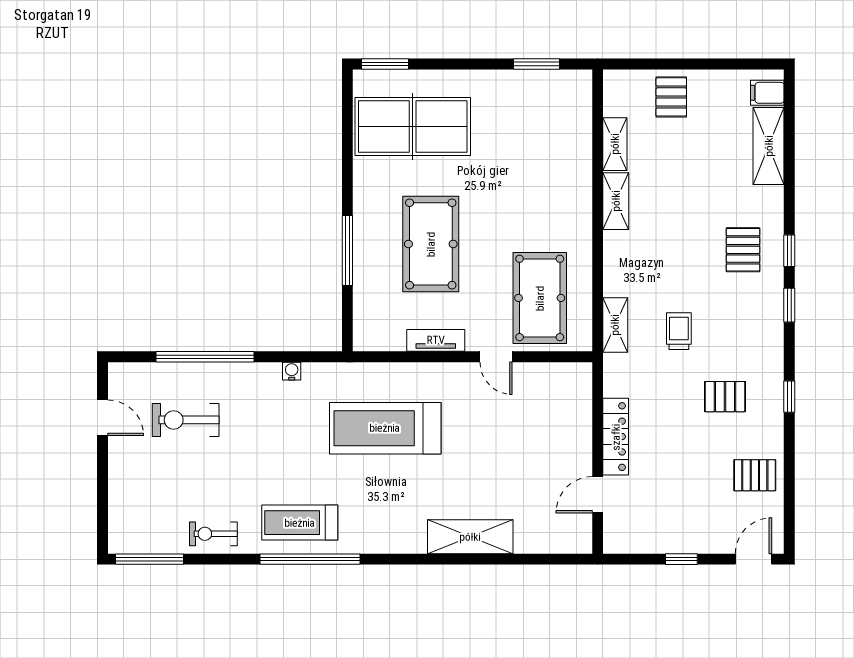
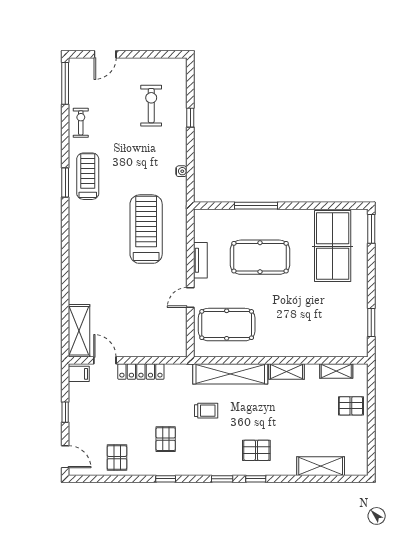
filing cabinet: (767, 93) -> (79, 374), moved, turned 90
shelving: (615, 144) -> (336, 371), moved
shelving: (615, 325) -> (230, 374), width x2.20, depth x1.33
window: (205, 357) -> (190, 118), width x0.32
door: (102, 418) -> (105, 54), moved
shelving: (470, 537) -> (79, 331), moved
window: (310, 559) -> (65, 183), width x0.47

